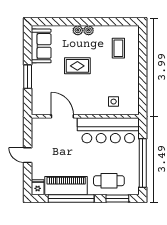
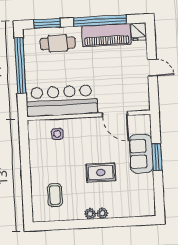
sofa: (41, 46) -> (141, 154), moved

